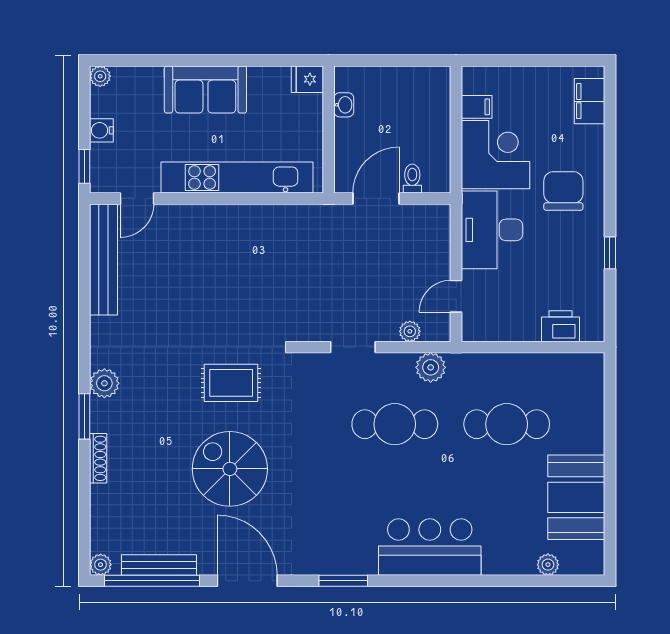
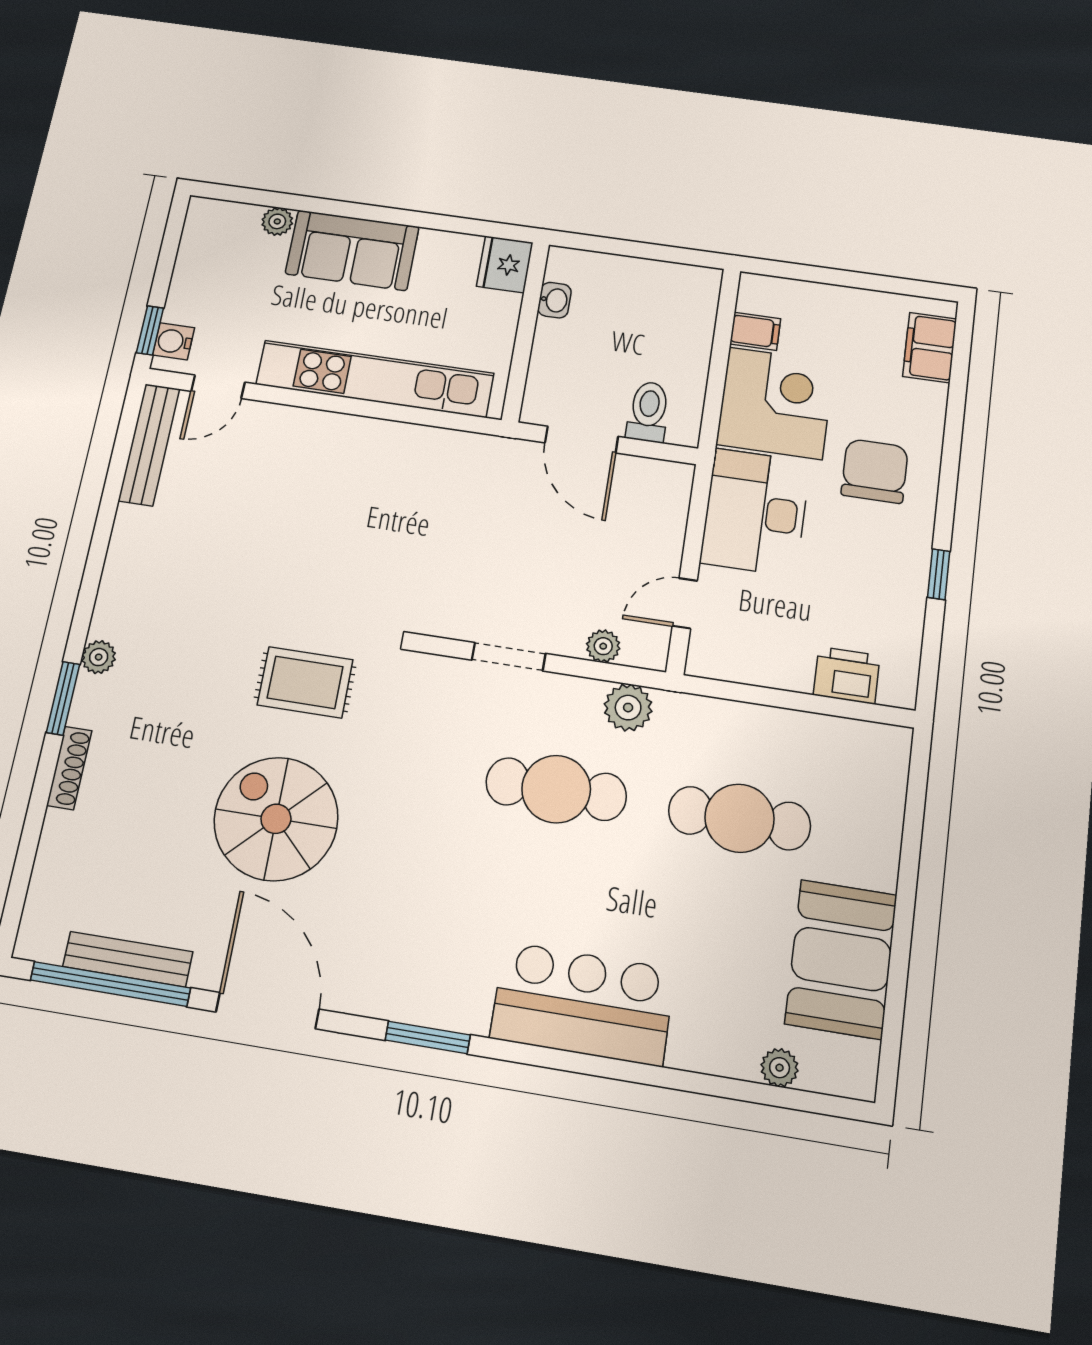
plant: (100, 76) -> (277, 221), moved
fridge: (307, 79) -> (505, 264), width x1.38
water cooler: (101, 130) -> (173, 341), moved
toilet: (412, 179) -> (648, 412), width x1.37, depth x1.39
door: (376, 198) -> (581, 440), swing flipped
bench: (104, 259) -> (149, 445), width x0.73, depth x0.82
plant: (104, 383) -> (99, 657), width x0.73, depth x0.73
plant: (101, 565) -> (33, 943), removed

